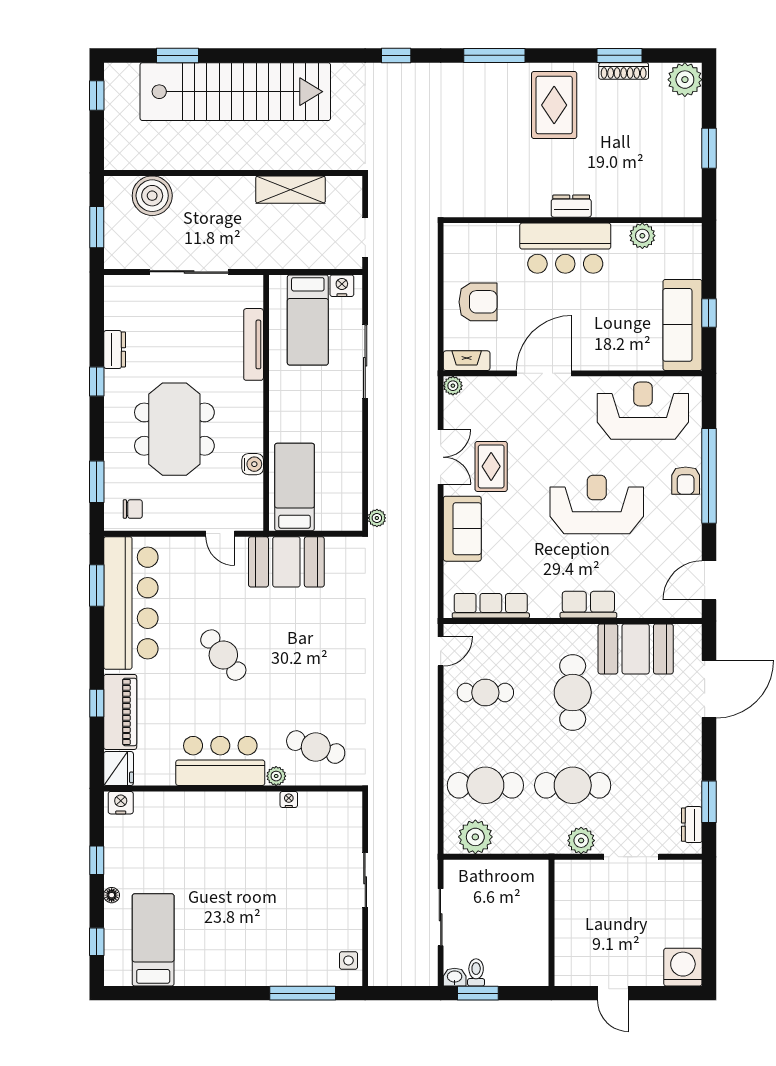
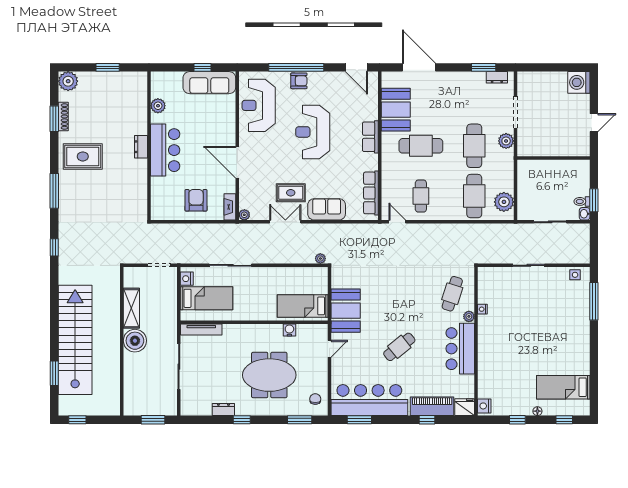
boiler: (152, 196) -> (135, 341), moved
tv unit: (254, 344) -> (201, 329), moved

